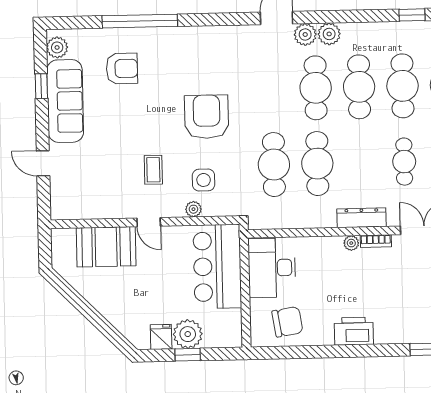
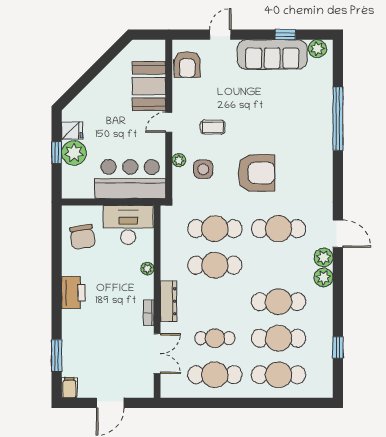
armchair: (122, 69) -> (187, 64), moved
cafe table: (316, 88) -> (279, 229), moved
plant: (351, 243) -> (147, 269), moved

